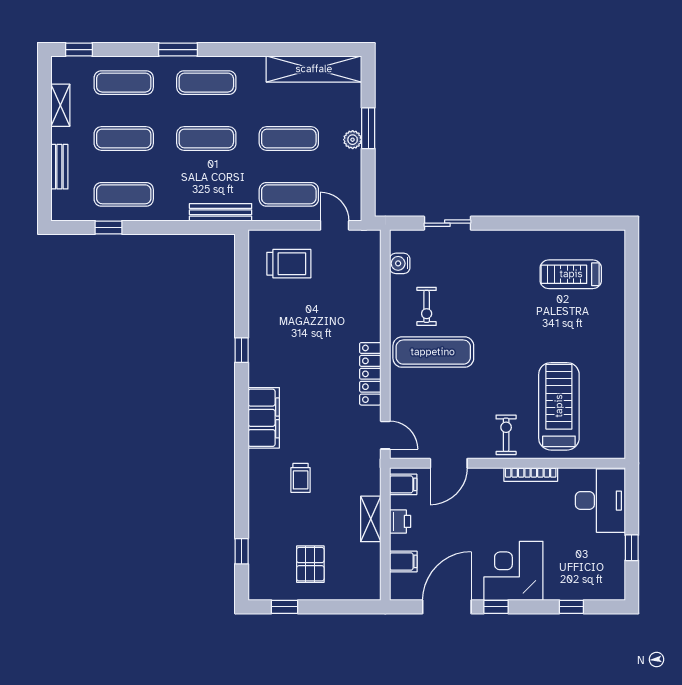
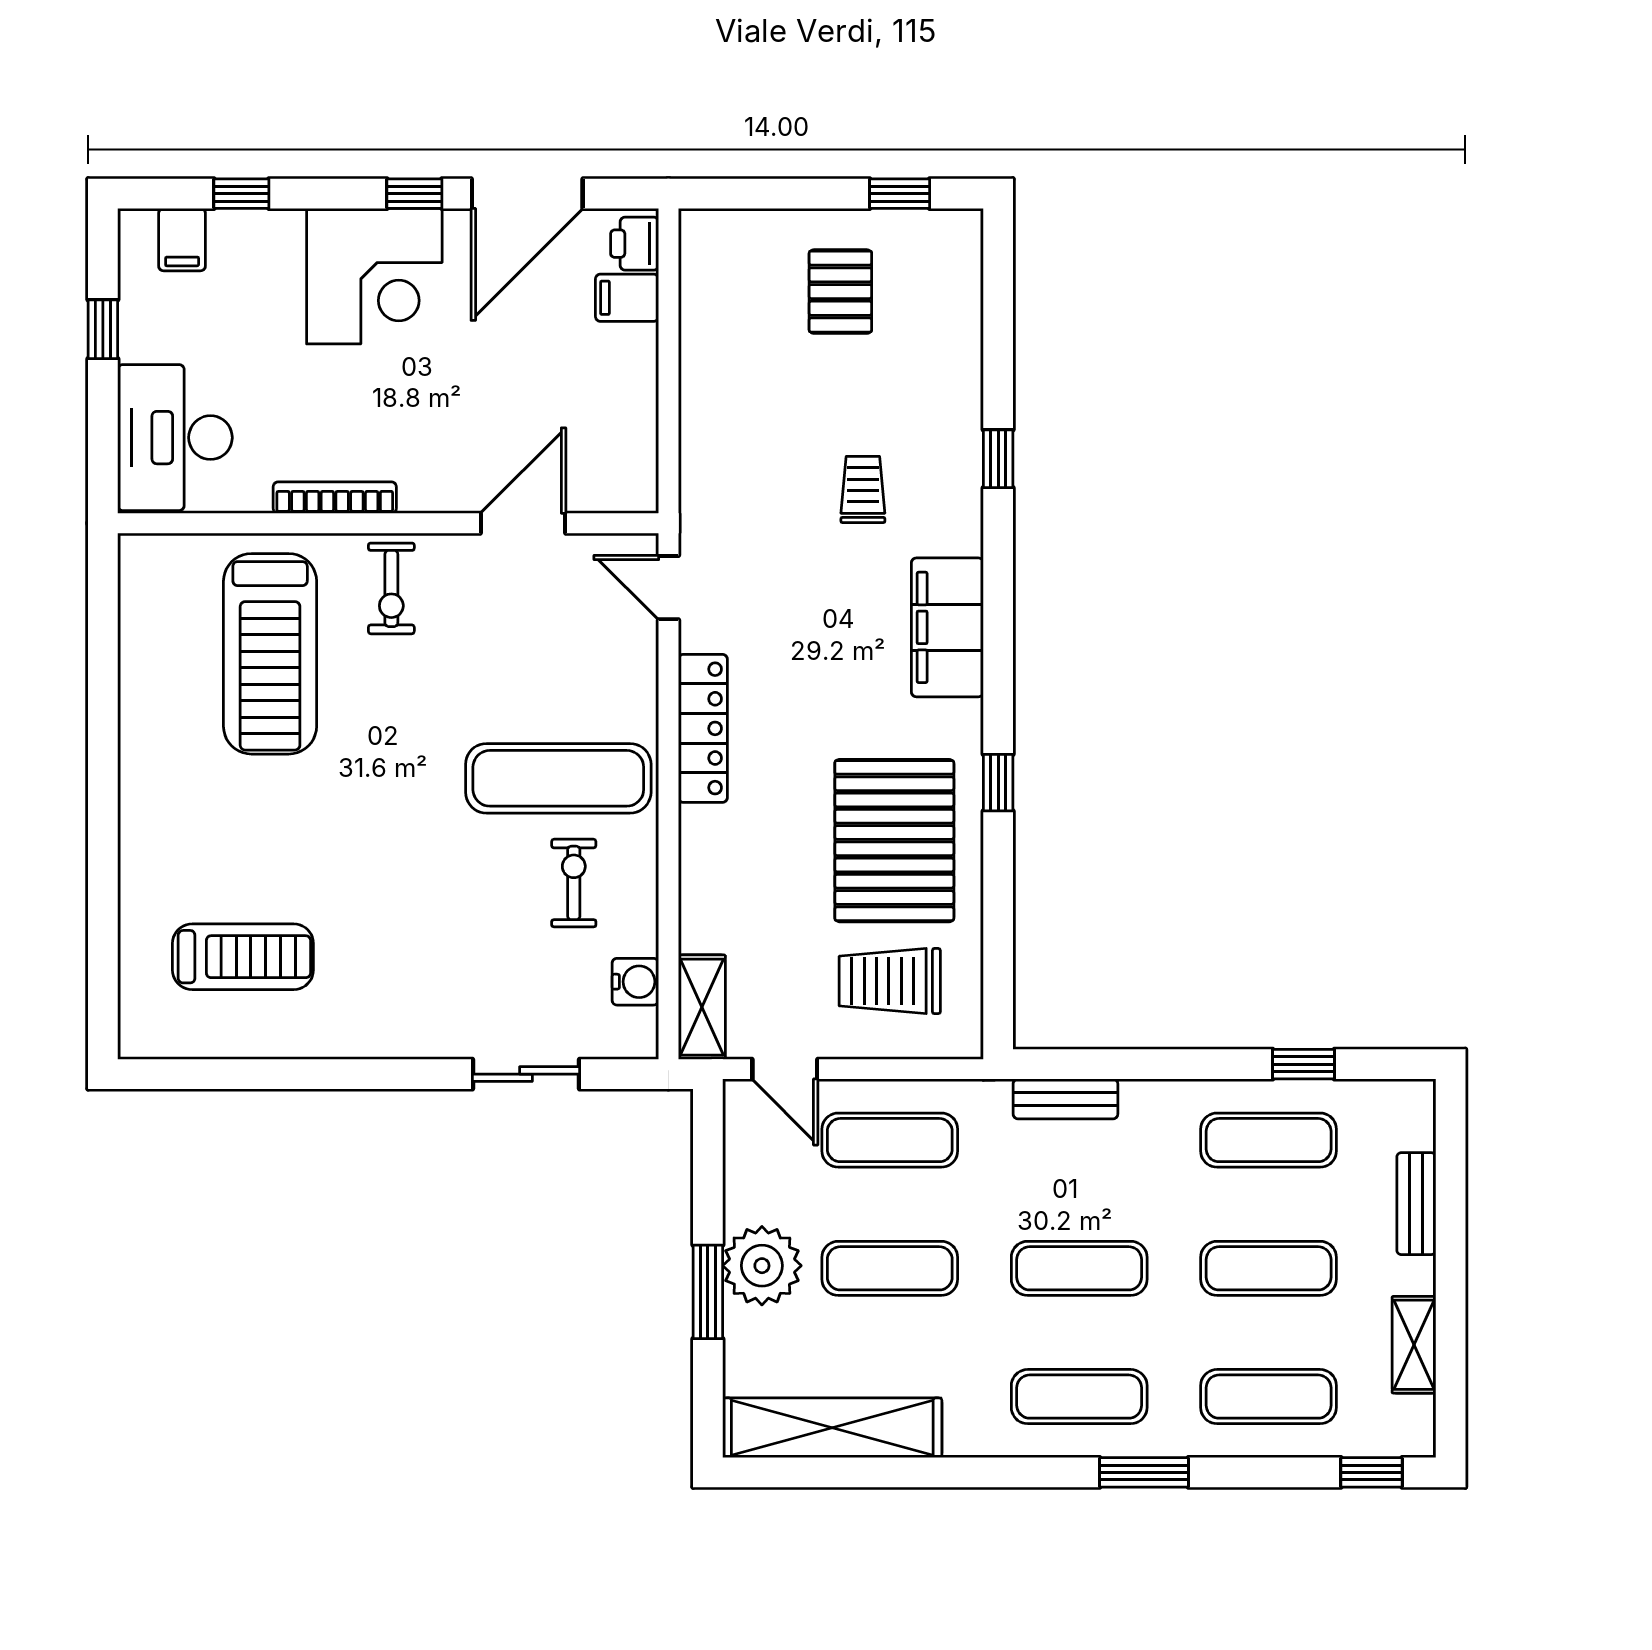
plant: (353, 140) -> (762, 1266), width x1.88, depth x1.88
bench: (221, 212) -> (1065, 1099), width x0.73
pallet: (287, 325) -> (894, 841), added
filing cabinet: (403, 484) -> (182, 240), moved, turned -90
shelving: (371, 519) -> (702, 1007), moved
printer: (400, 521) -> (635, 244), moved
window: (242, 551) -> (998, 459), moved

